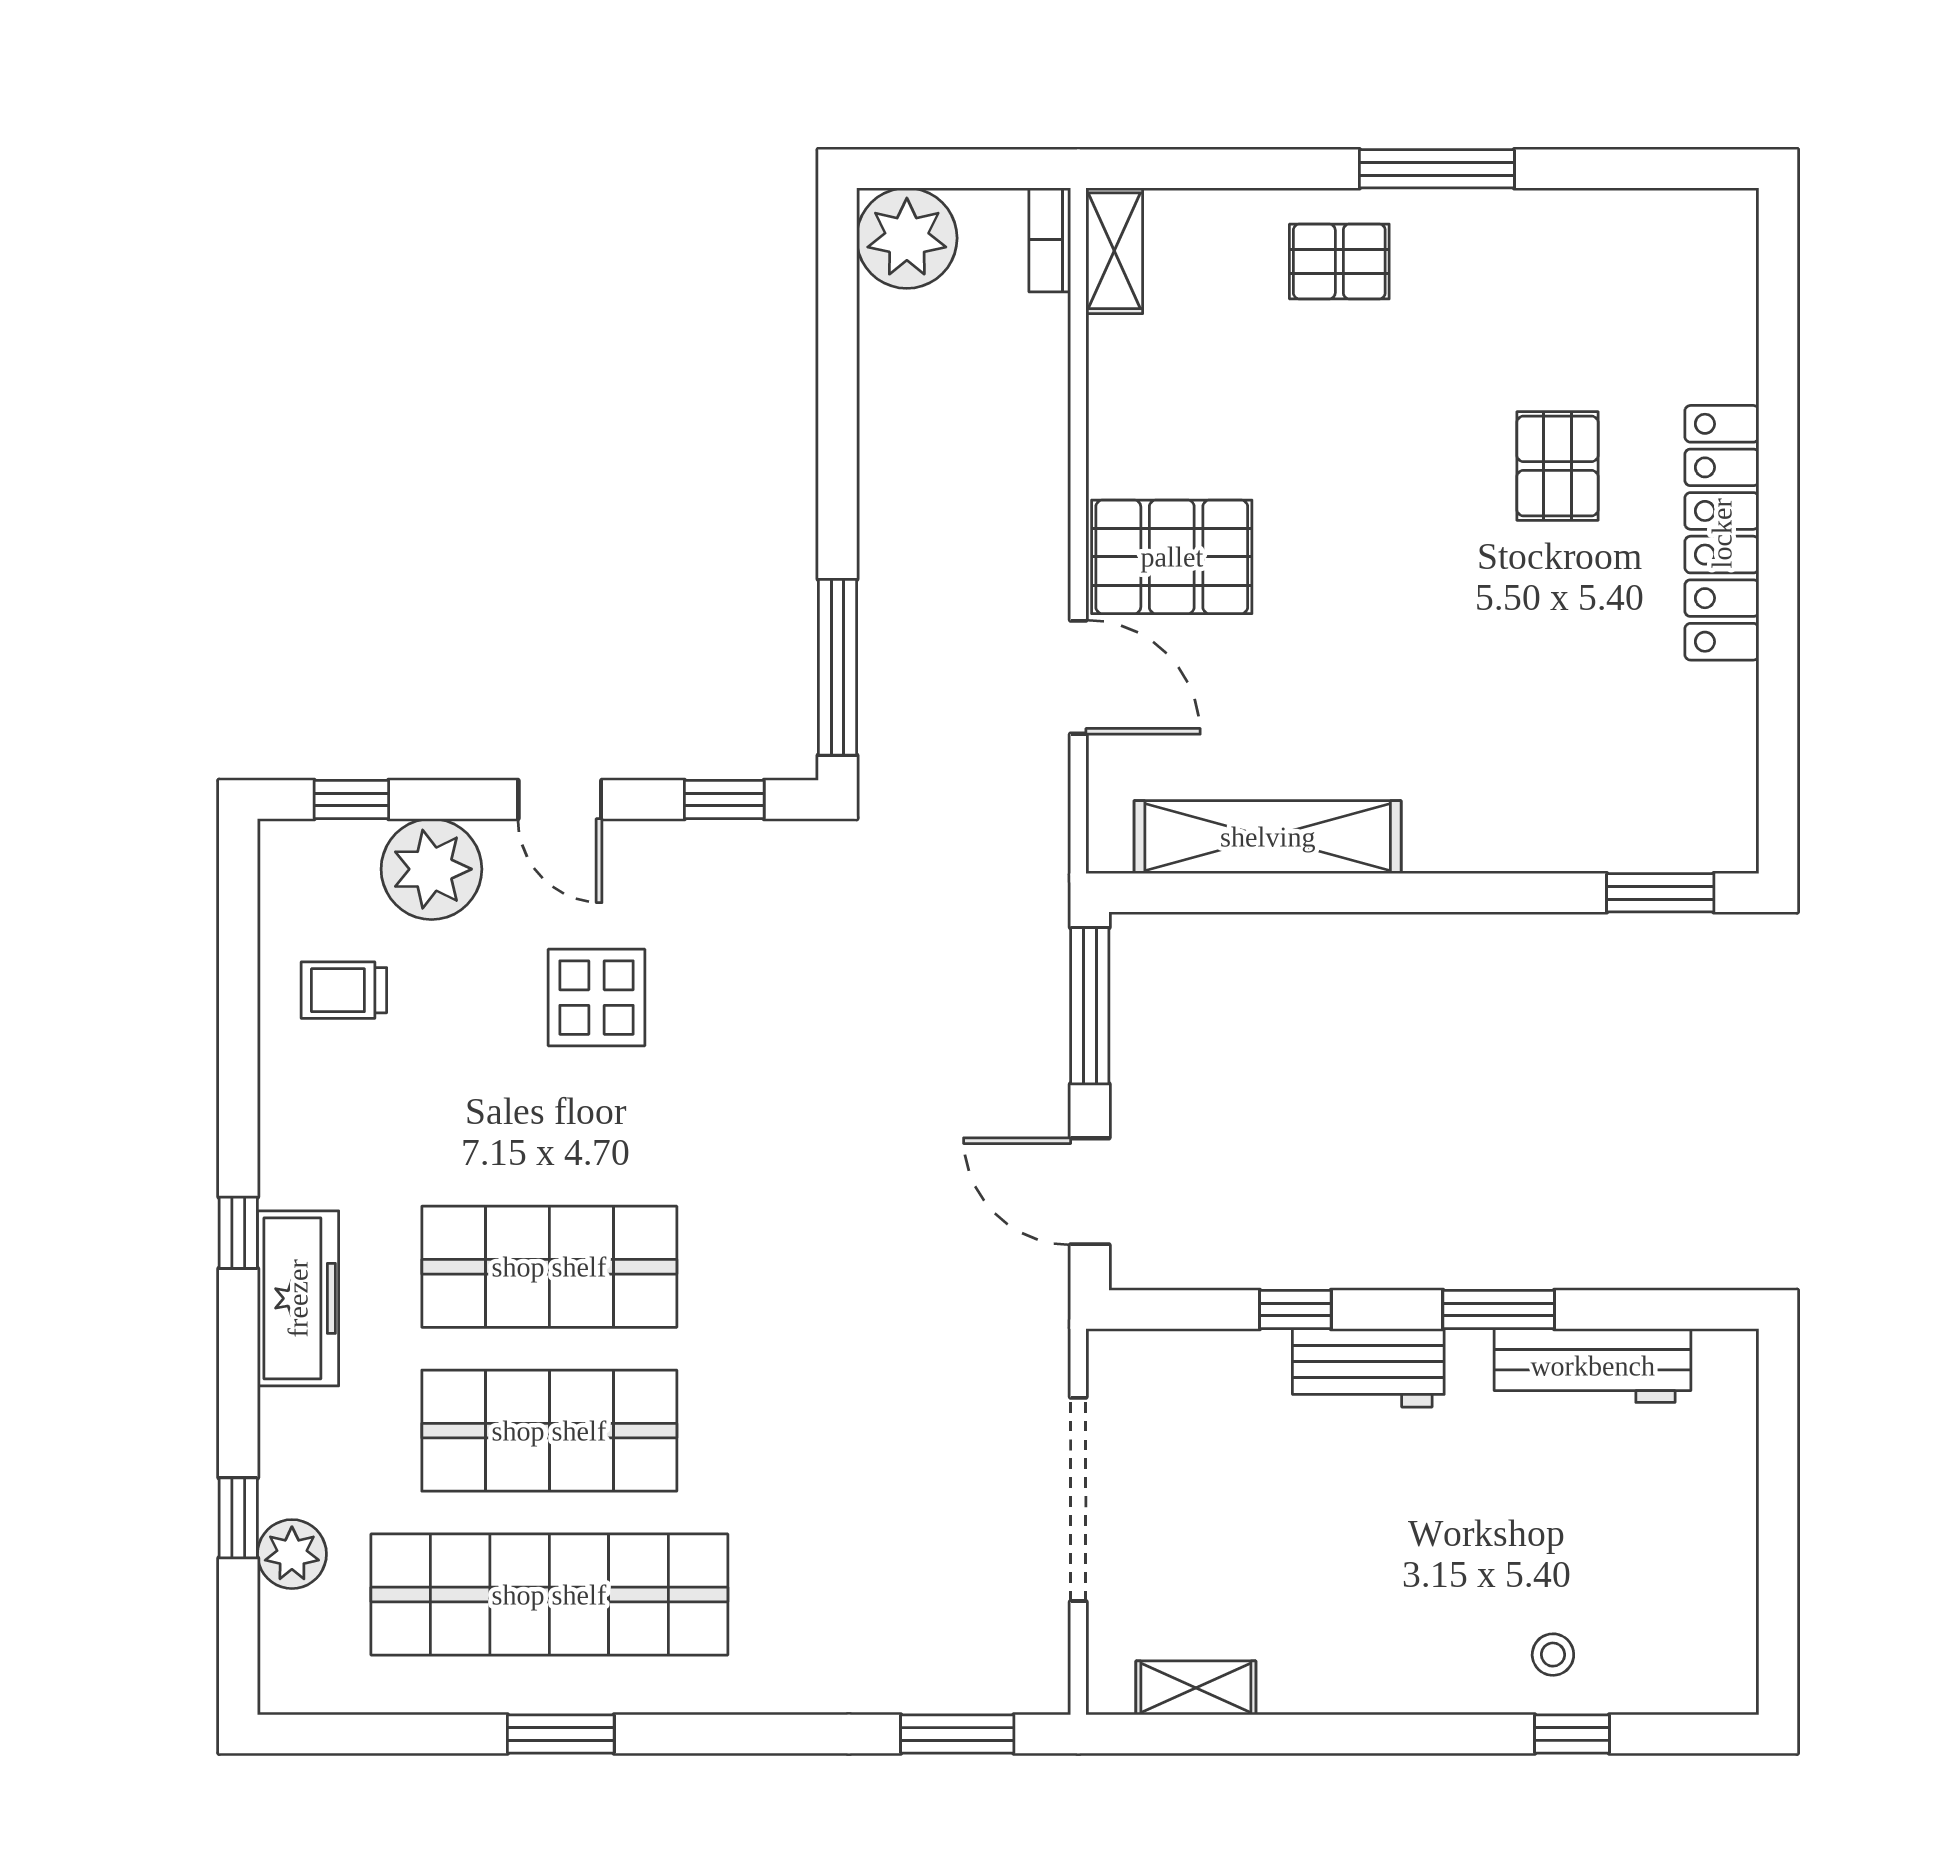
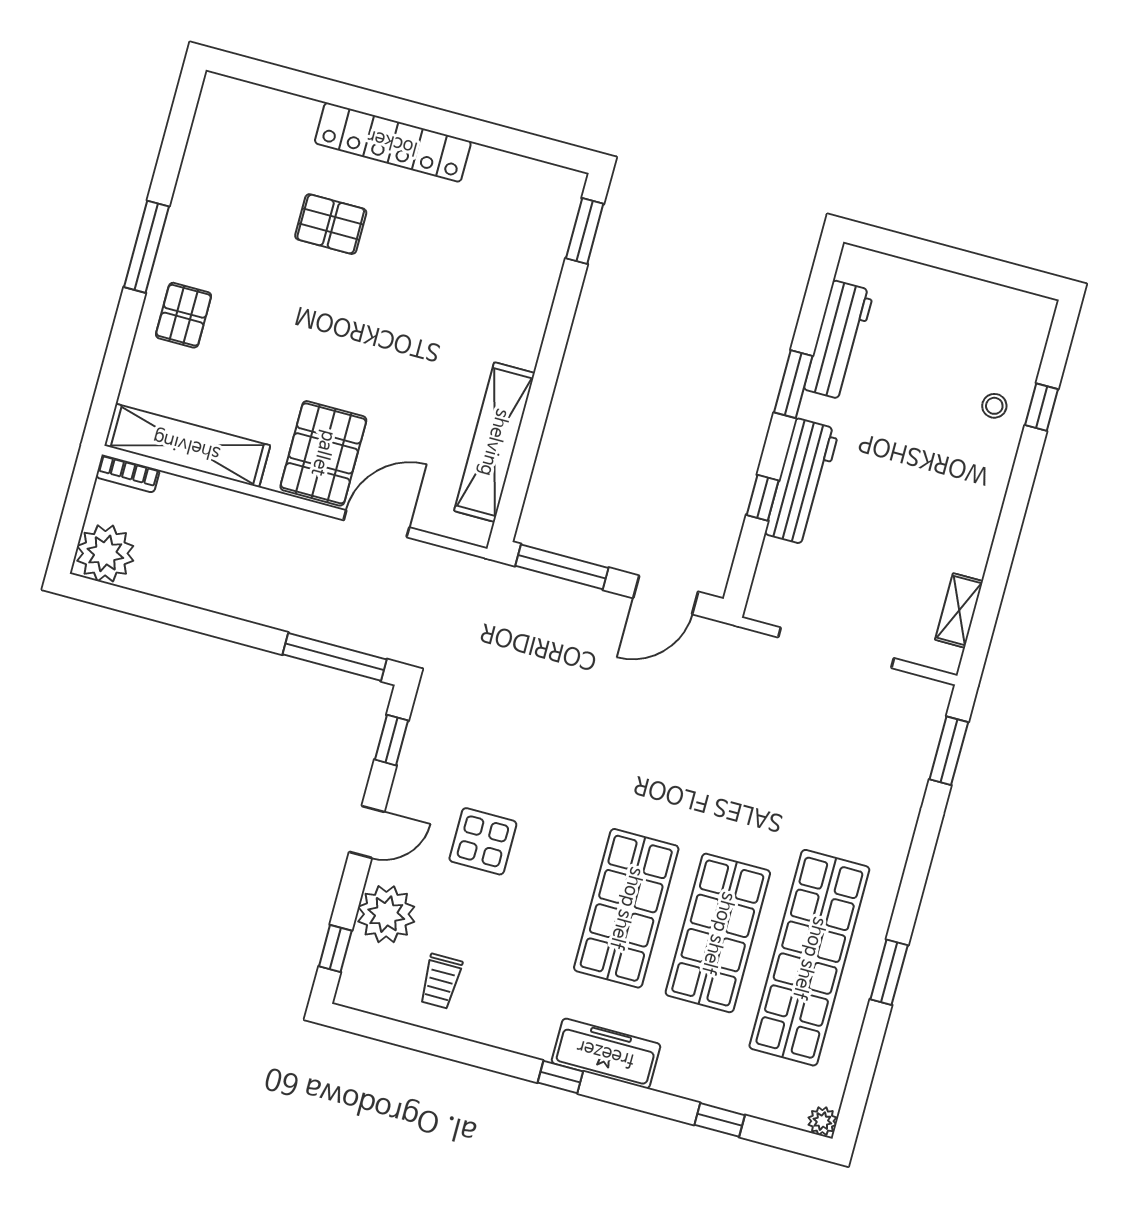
shelving: (1114, 251) -> (187, 445), width x2.20, depth x1.33
workbench: (1368, 1368) -> (802, 482), width x1.37
plant: (292, 1554) -> (822, 1121), moved, width x0.73, depth x0.73

